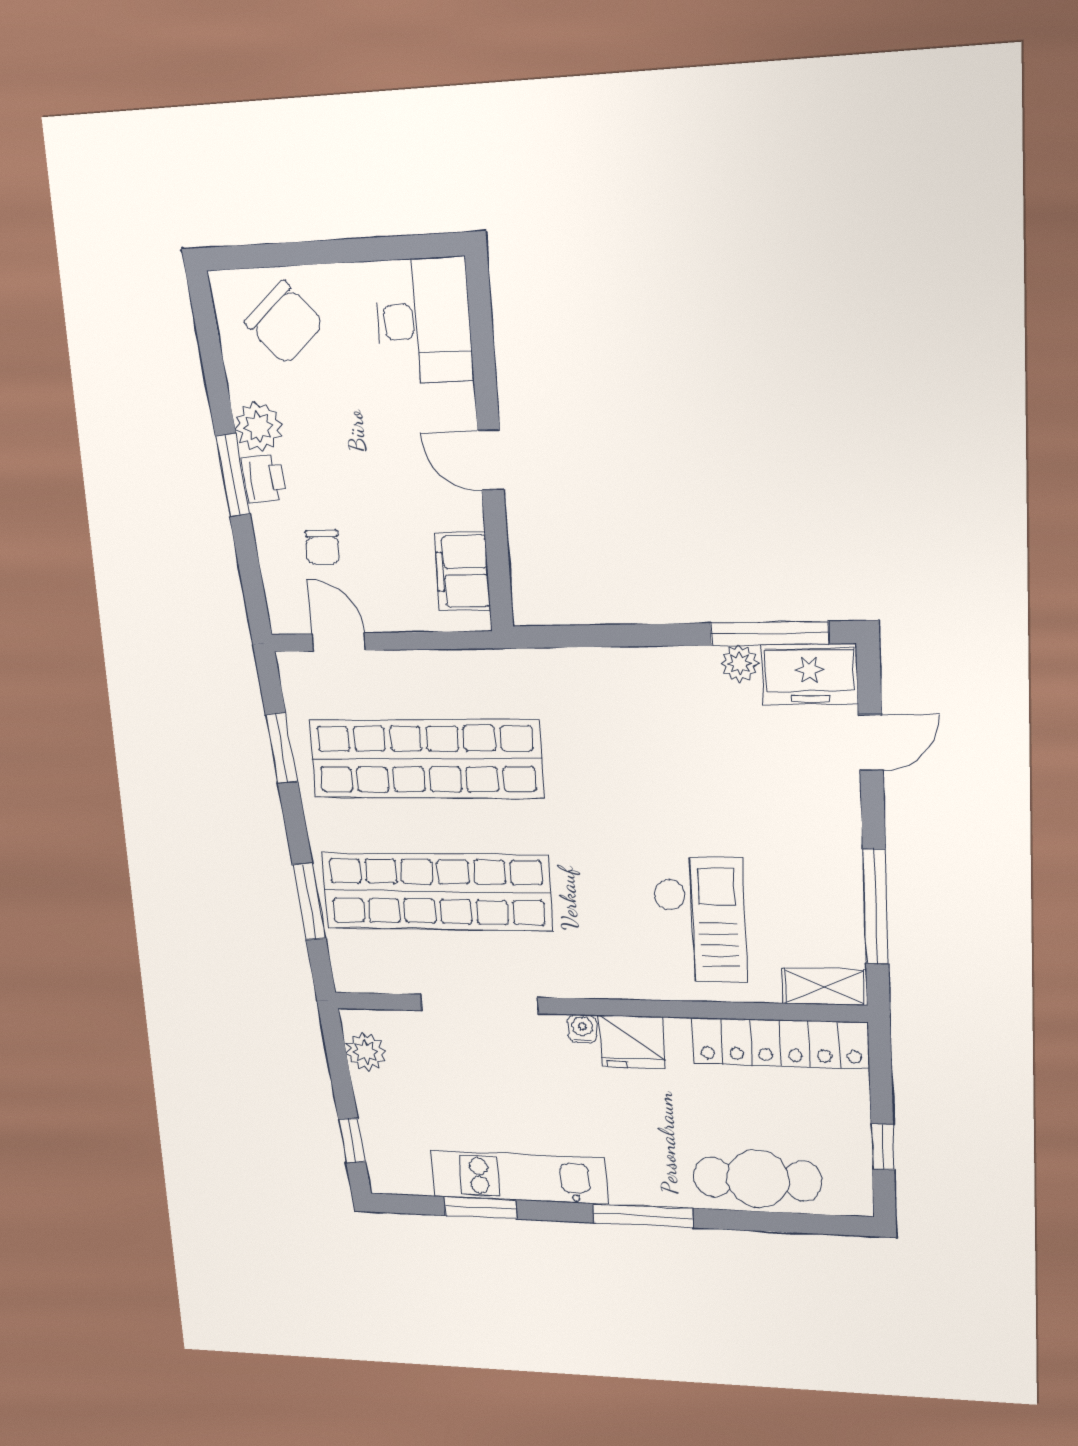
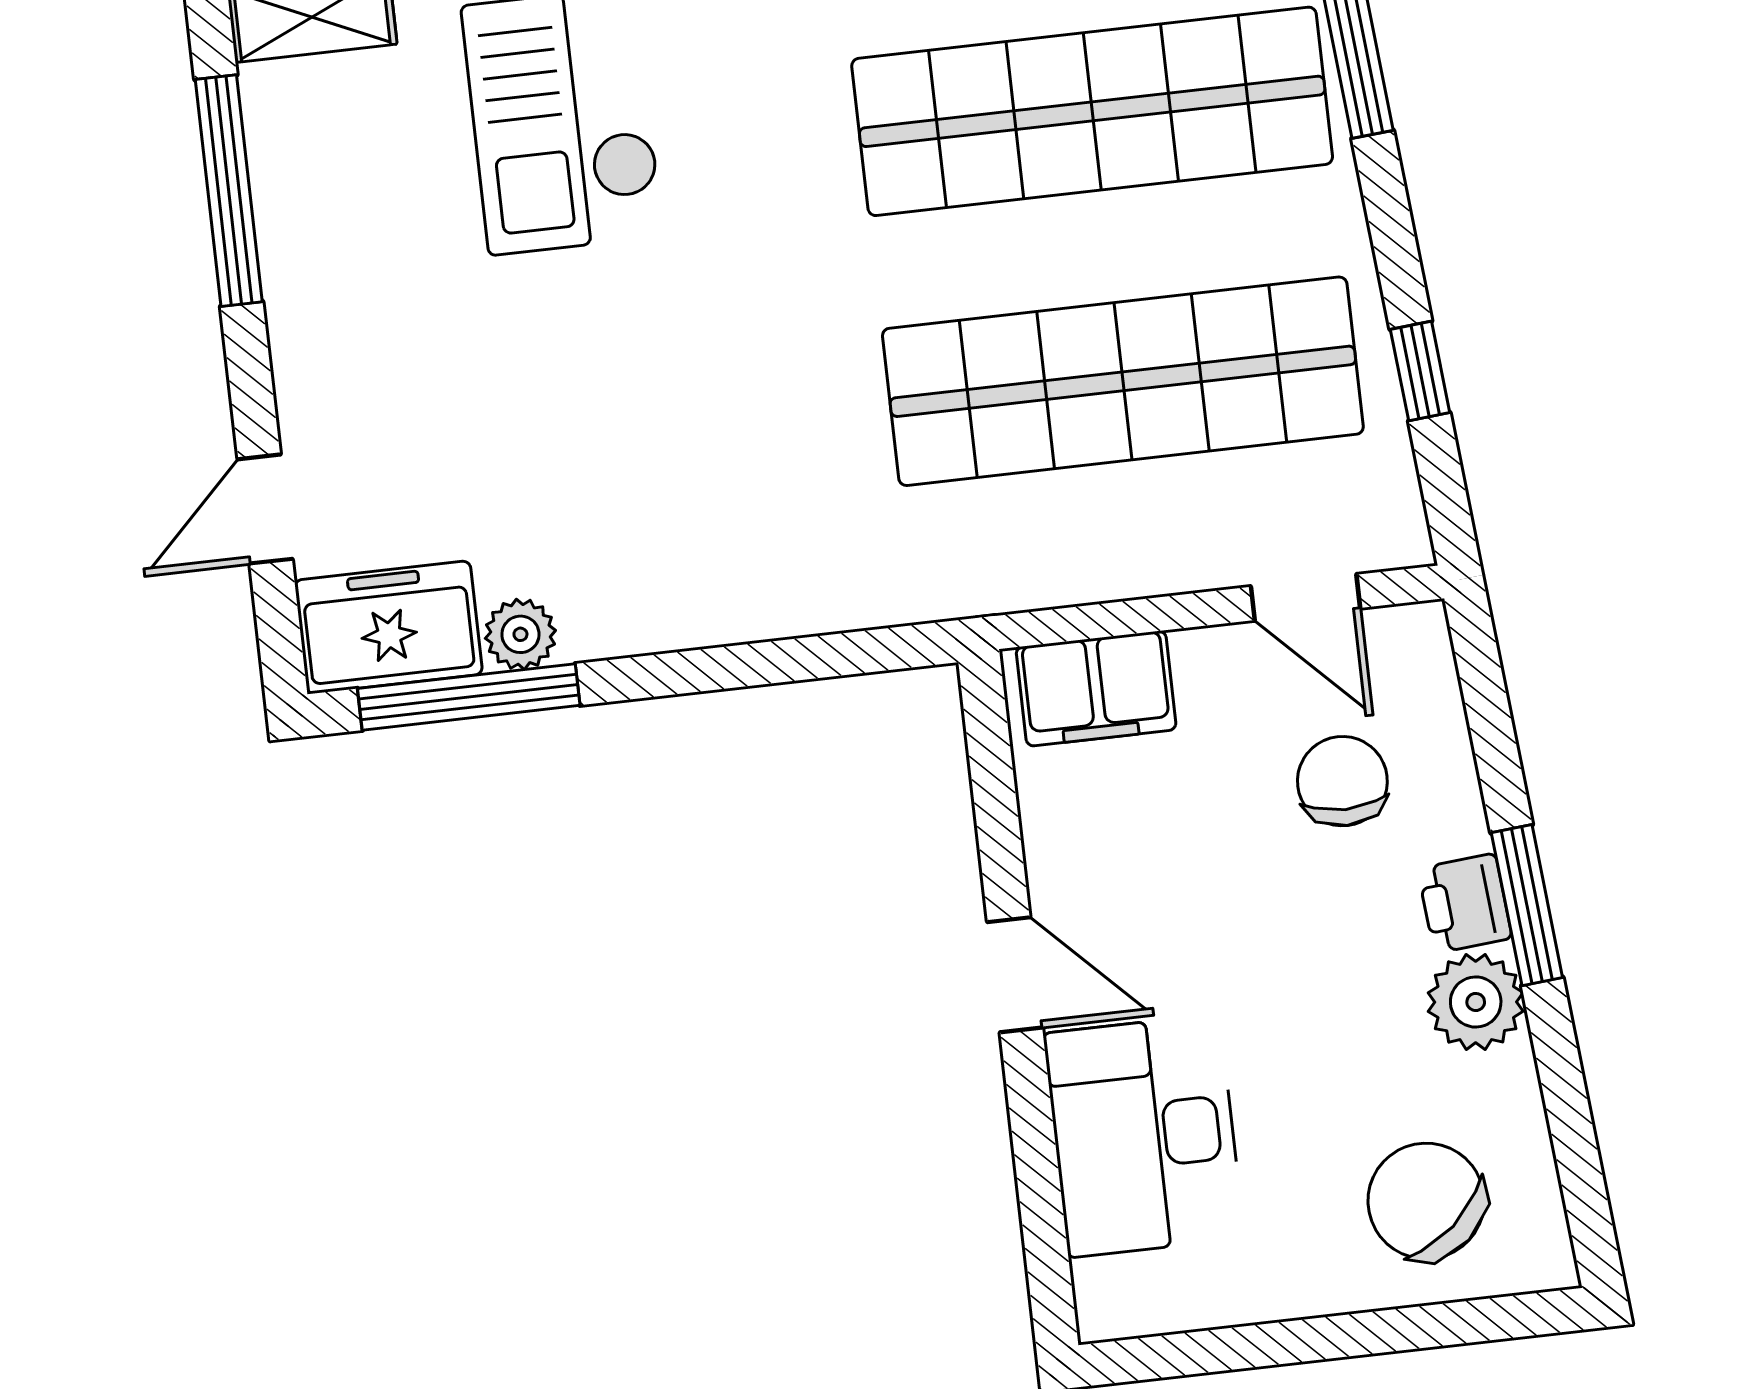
desk: (424, 321) -> (1144, 1136), moved
chair: (323, 547) -> (1342, 781), width x1.37, depth x1.37
filing cabinet: (462, 571) -> (1096, 688), moved, turned 90
window: (282, 748) -> (1420, 371), width x0.67

